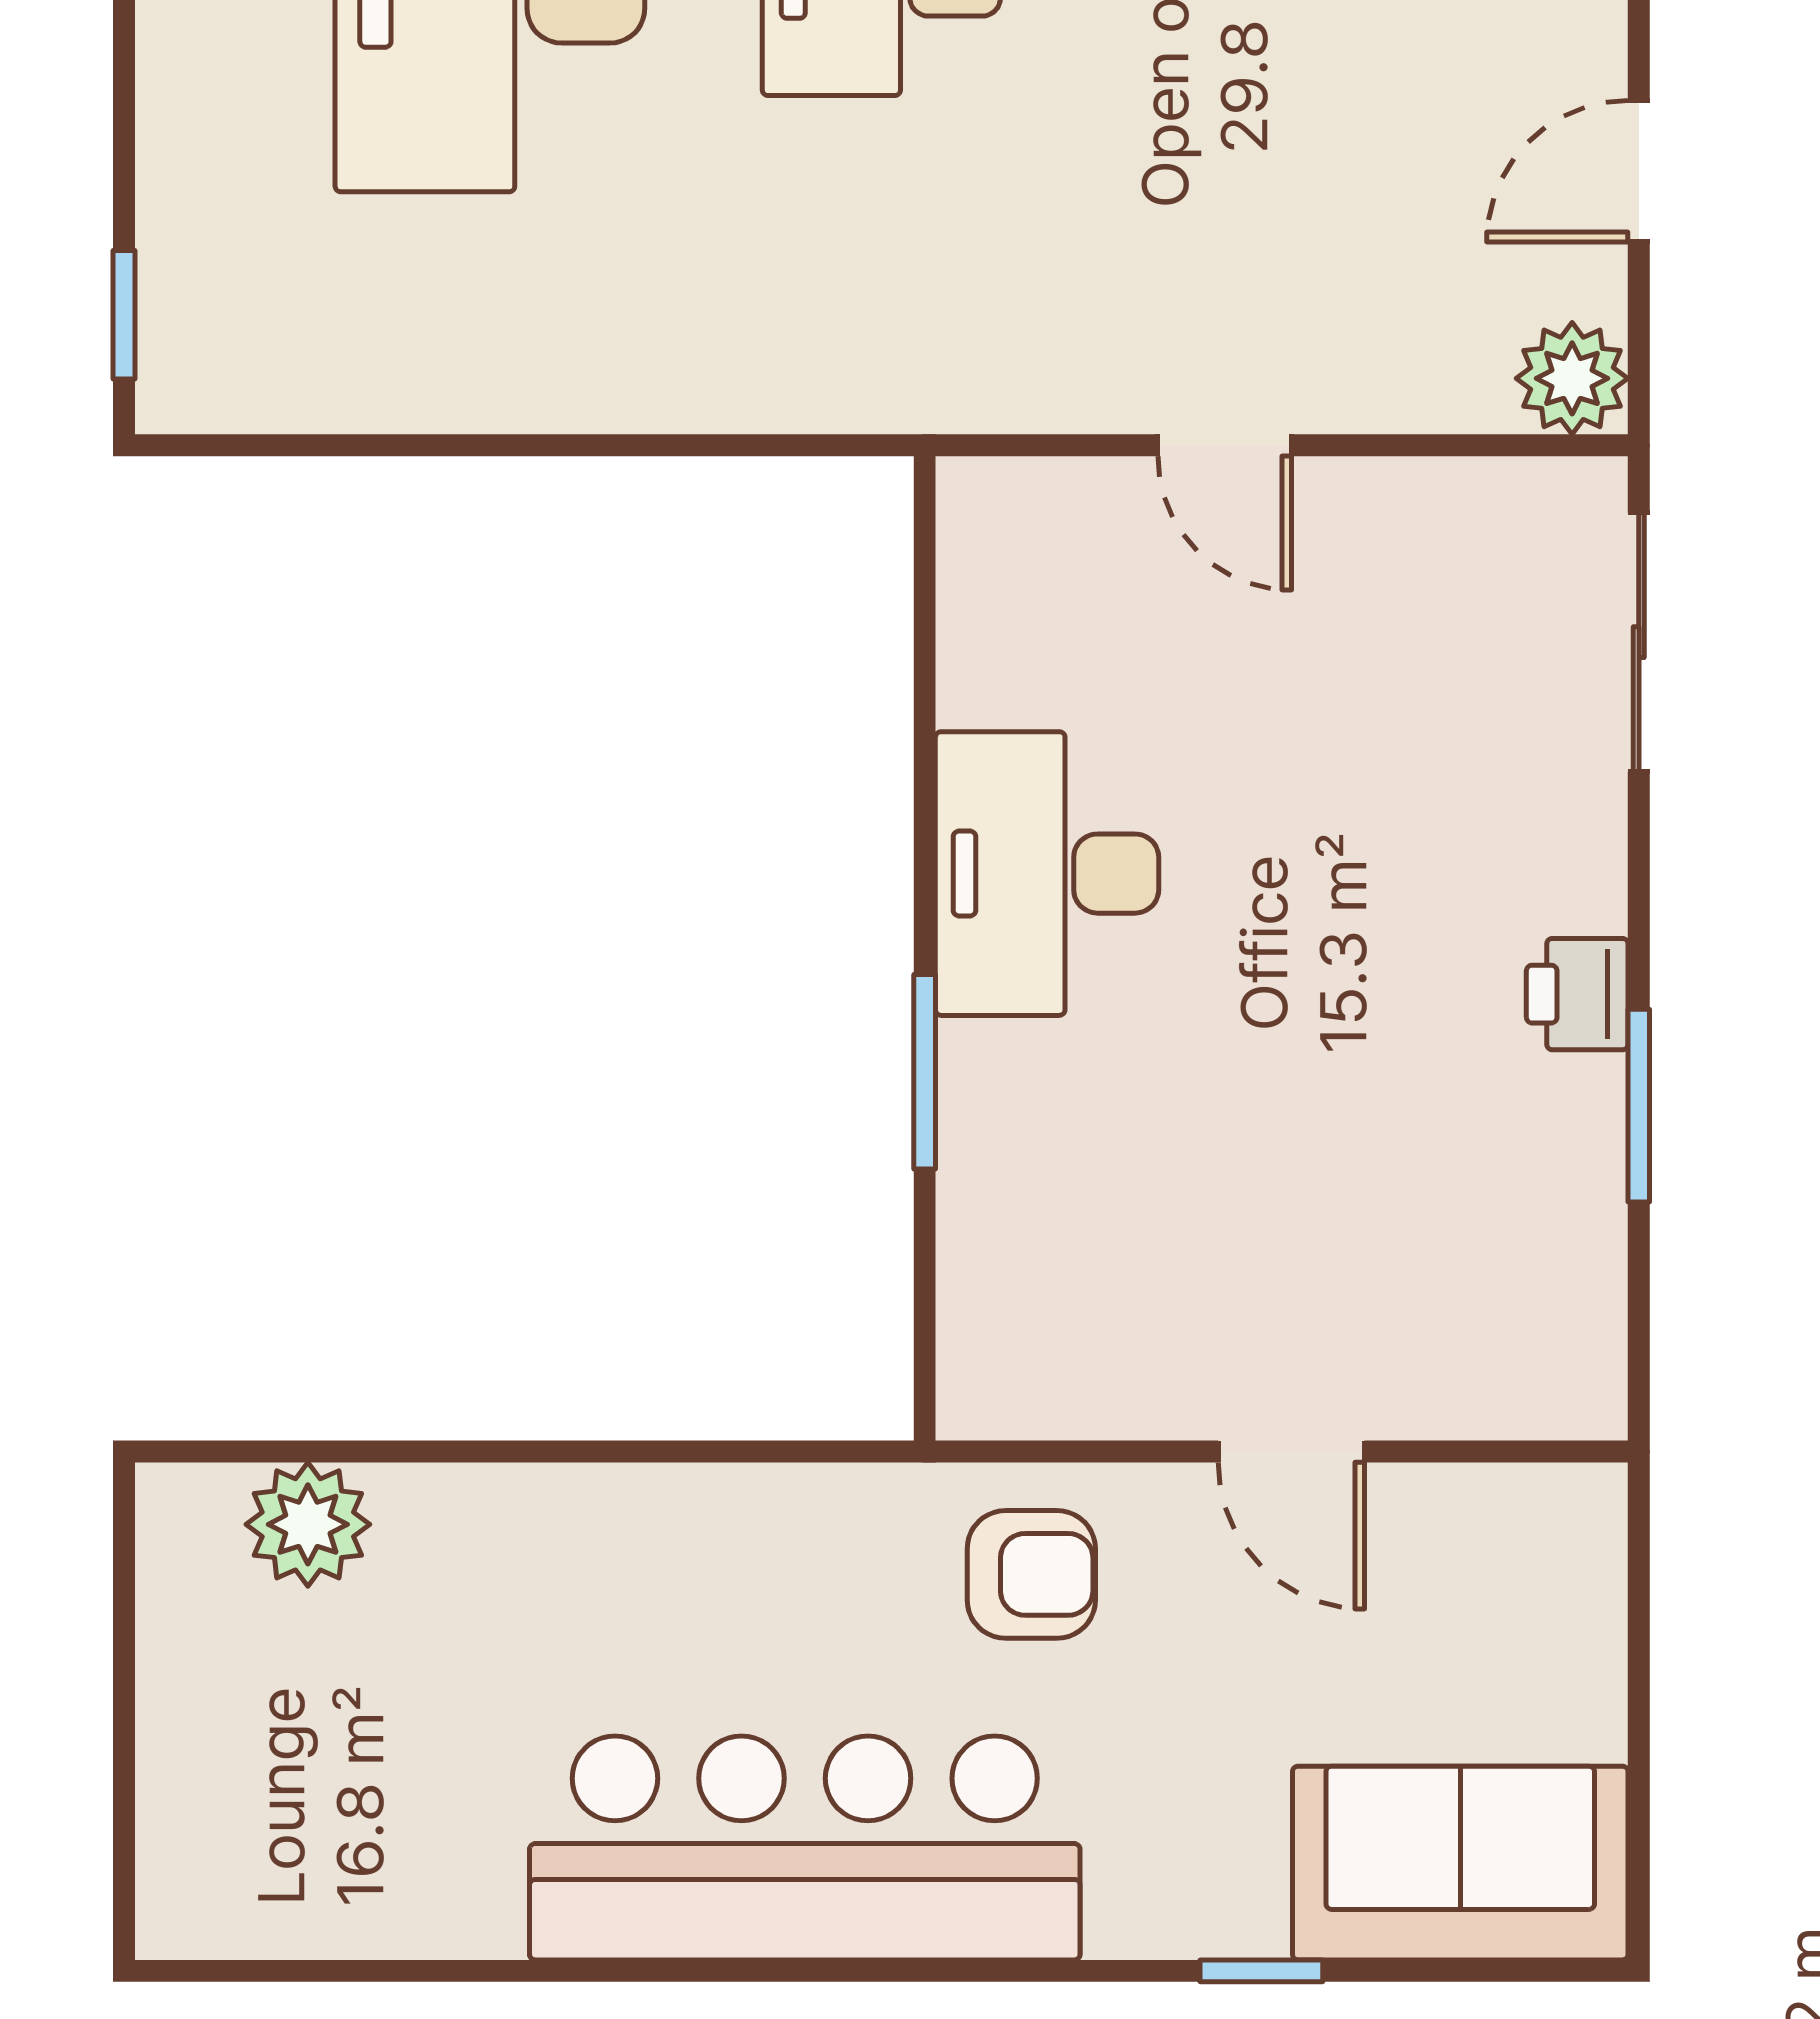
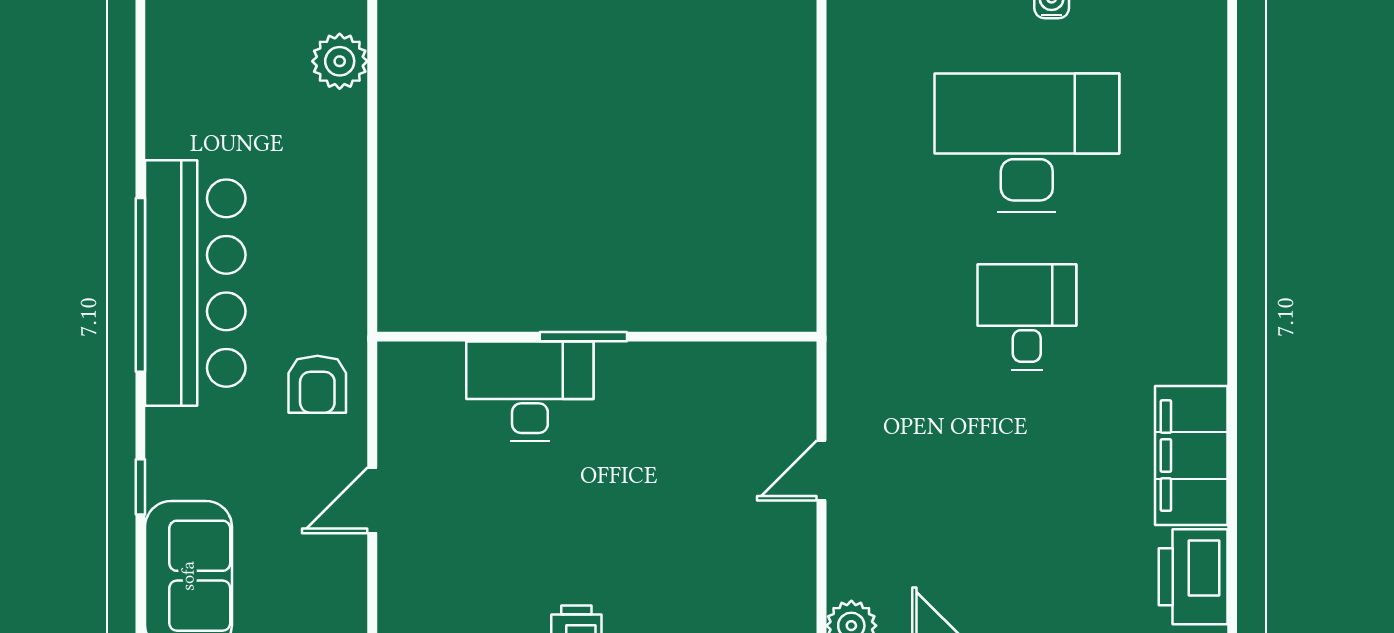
desk: (1047, 874) -> (530, 391), moved
window: (925, 1072) -> (583, 337), moved
window: (809, 1971) -> (140, 285), added

